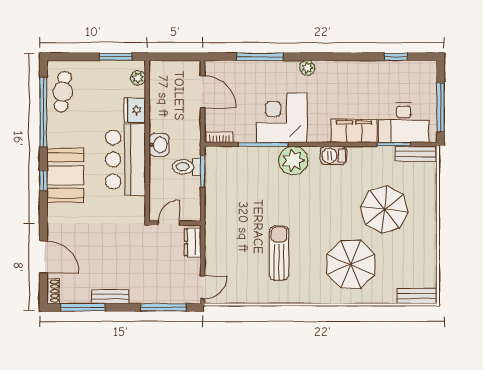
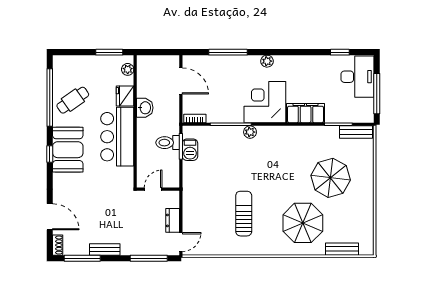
cafe table: (63, 92) -> (73, 100), moved, turned 48
corner desk: (282, 117) -> (265, 102), moved
desk: (404, 123) -> (357, 77), moved, turned -90
washbasin: (159, 145) -> (145, 108), moved
barbecue: (334, 156) -> (190, 150), moved, turned -90
plant: (293, 161) -> (250, 132), width x0.53, depth x0.53
dresser: (193, 242) -> (173, 220), moved
bench: (417, 296) -> (342, 249), moved

